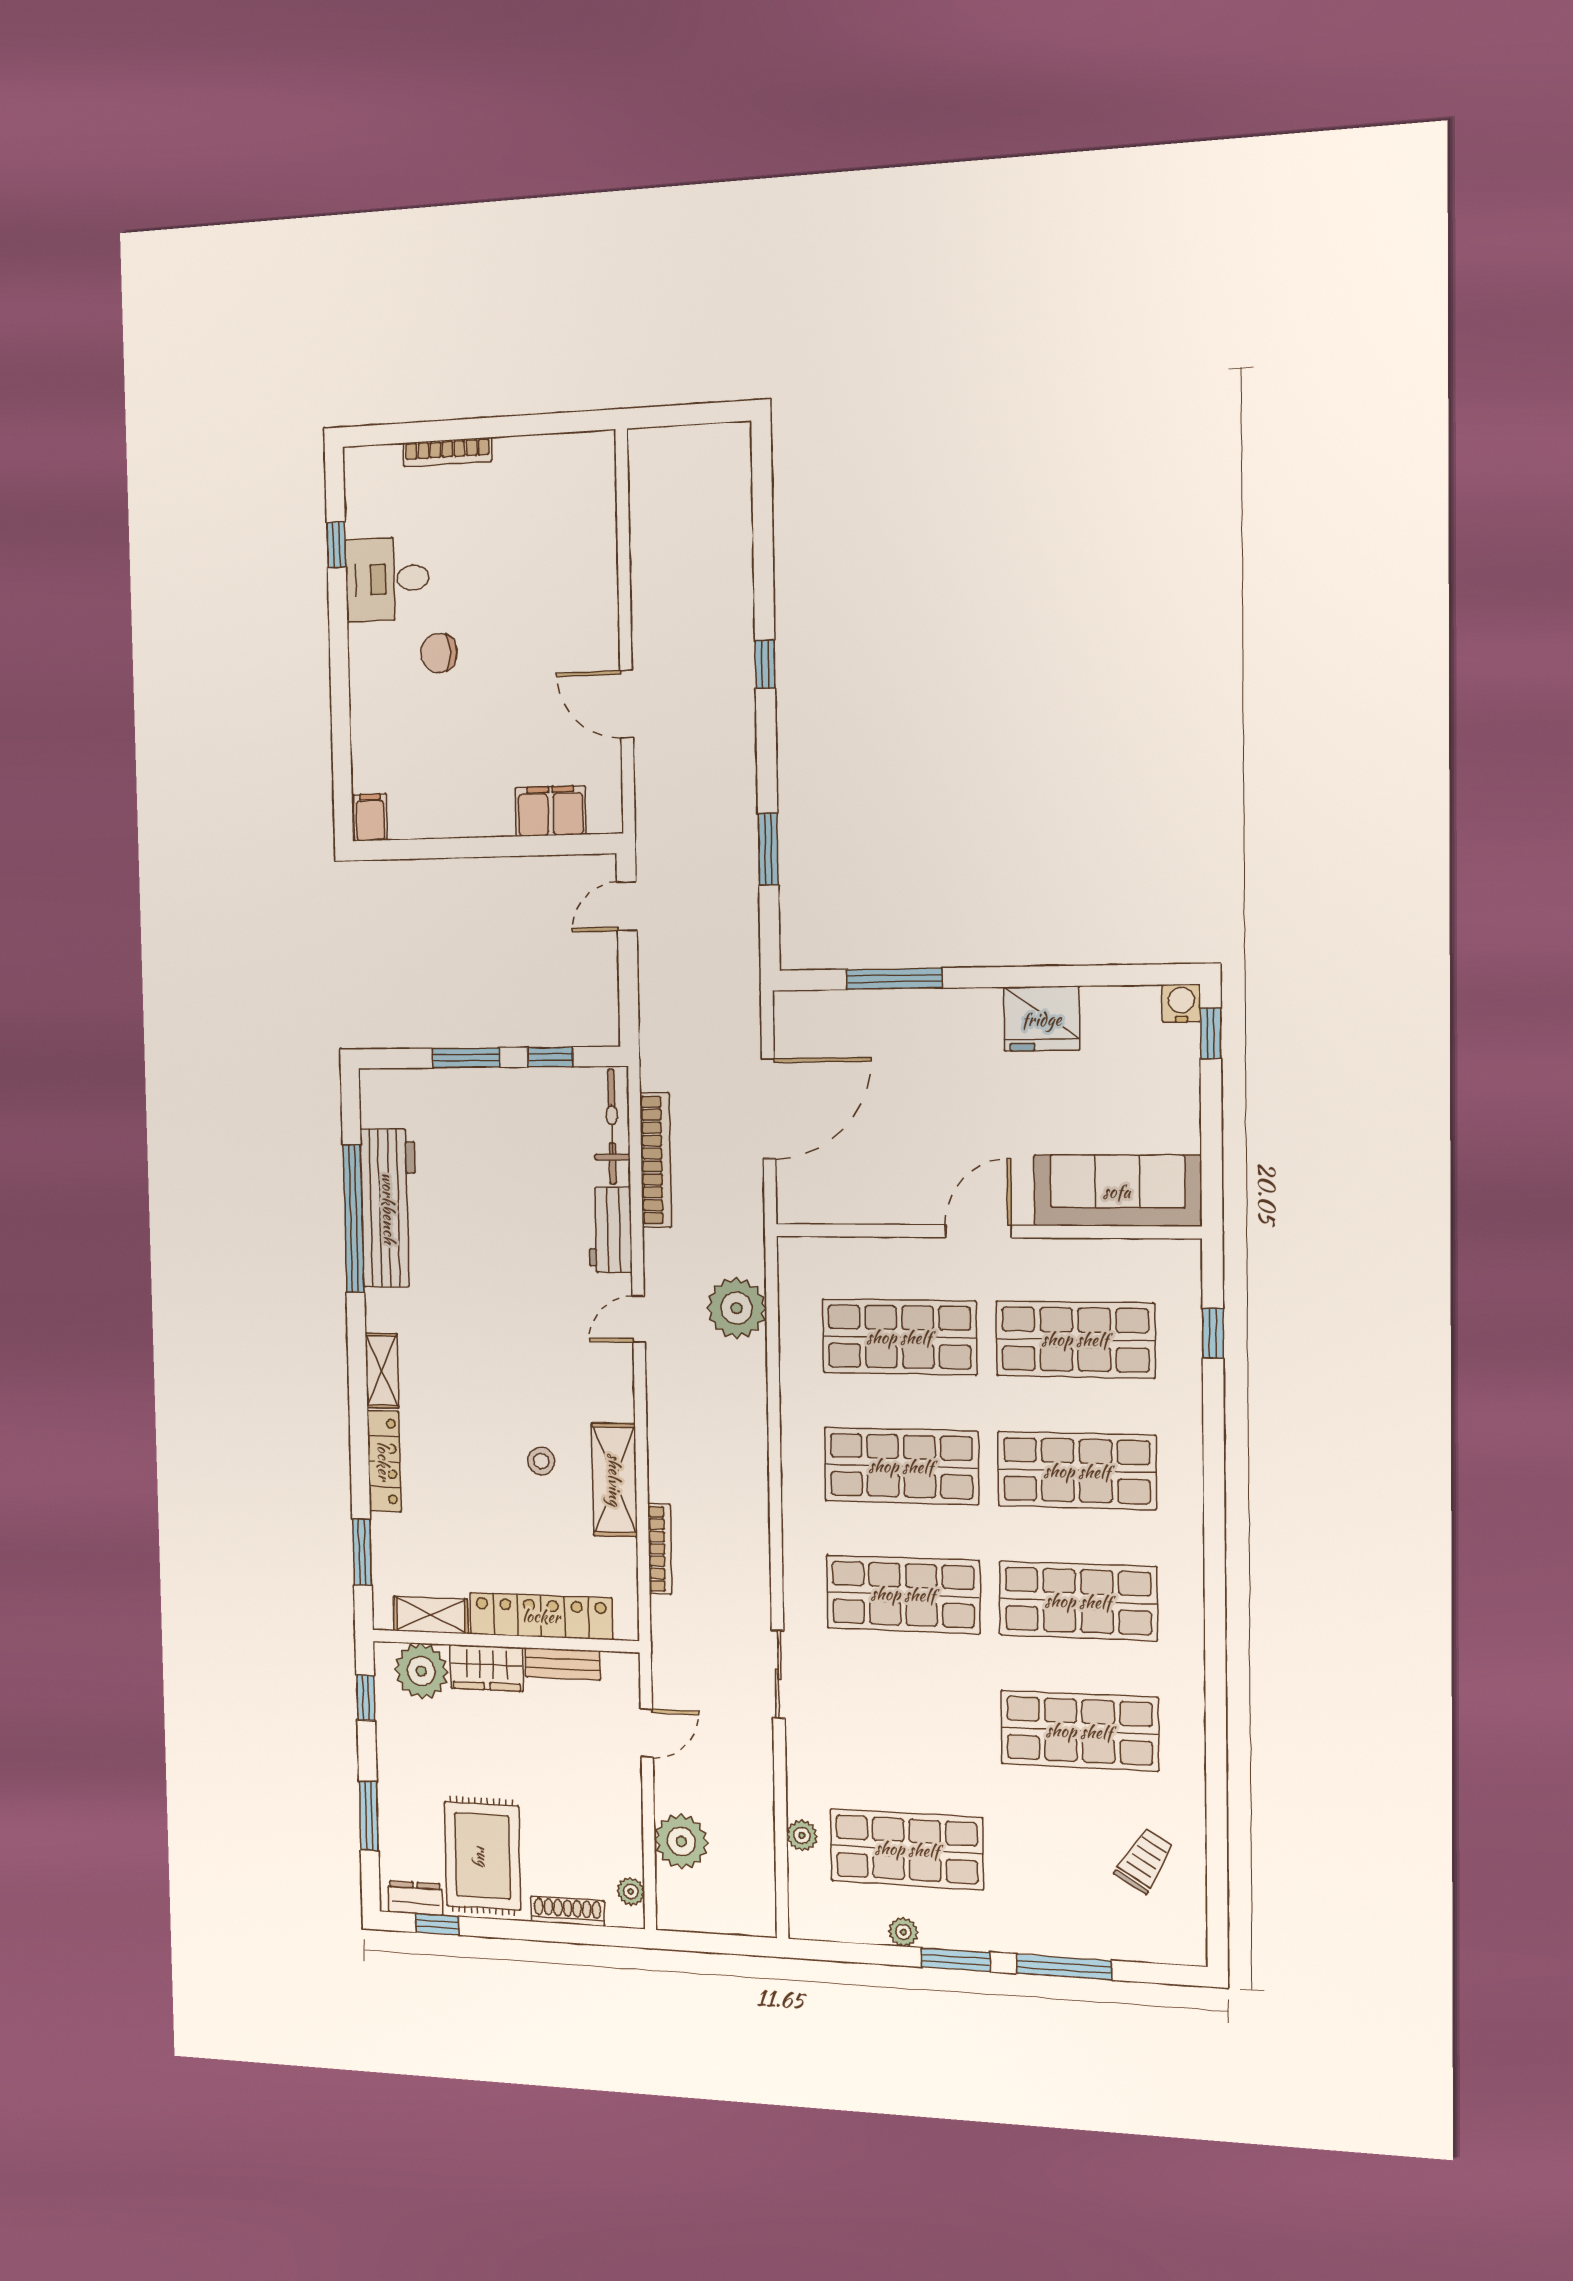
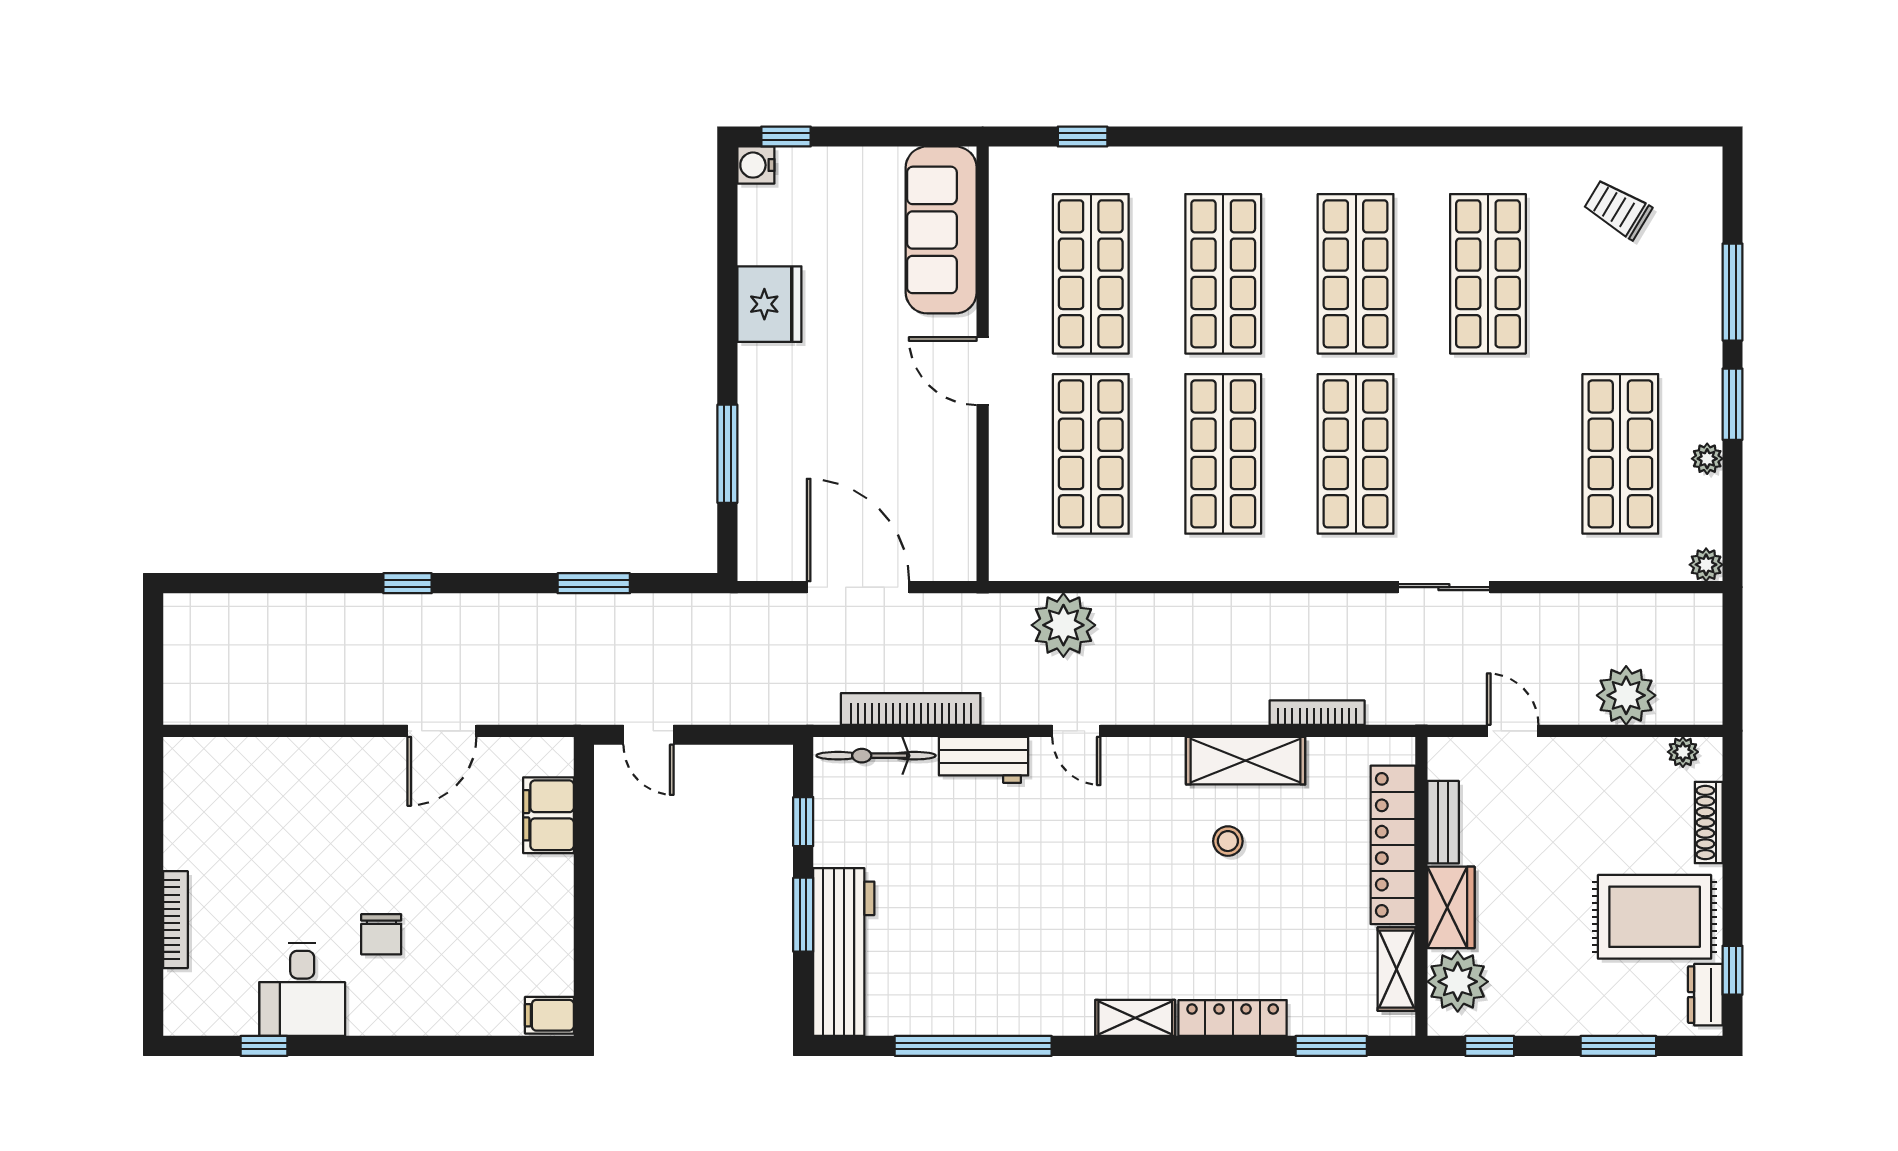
workbench: (389, 1208) -> (844, 952), moved, turned 90
plant: (802, 1835) -> (1706, 565), moved

